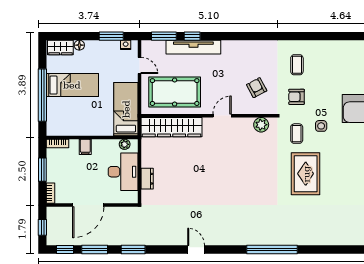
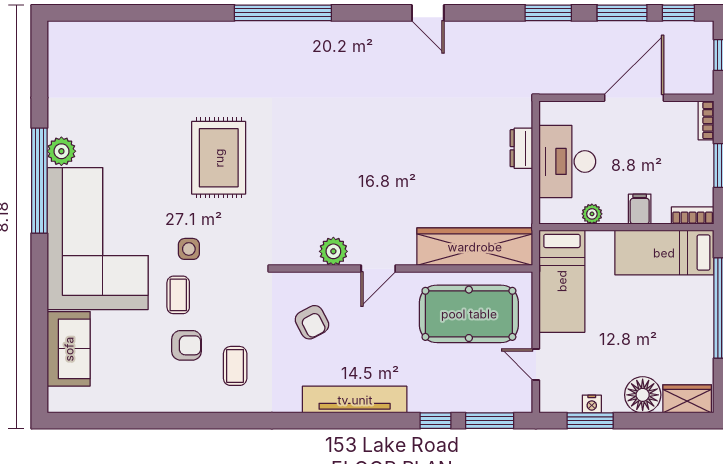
floor lamp: (79, 45) -> (643, 395), width x1.89, depth x1.89
nightstand: (126, 45) -> (592, 404), moved
tv unit: (193, 47) -> (355, 400), moved
bed: (72, 85) -> (664, 253), moved
armchair: (296, 97) -> (186, 345), moved
plant: (261, 125) -> (333, 251), moved
coffee table: (297, 134) -> (178, 295), moved
plant: (125, 144) -> (592, 214), moved

